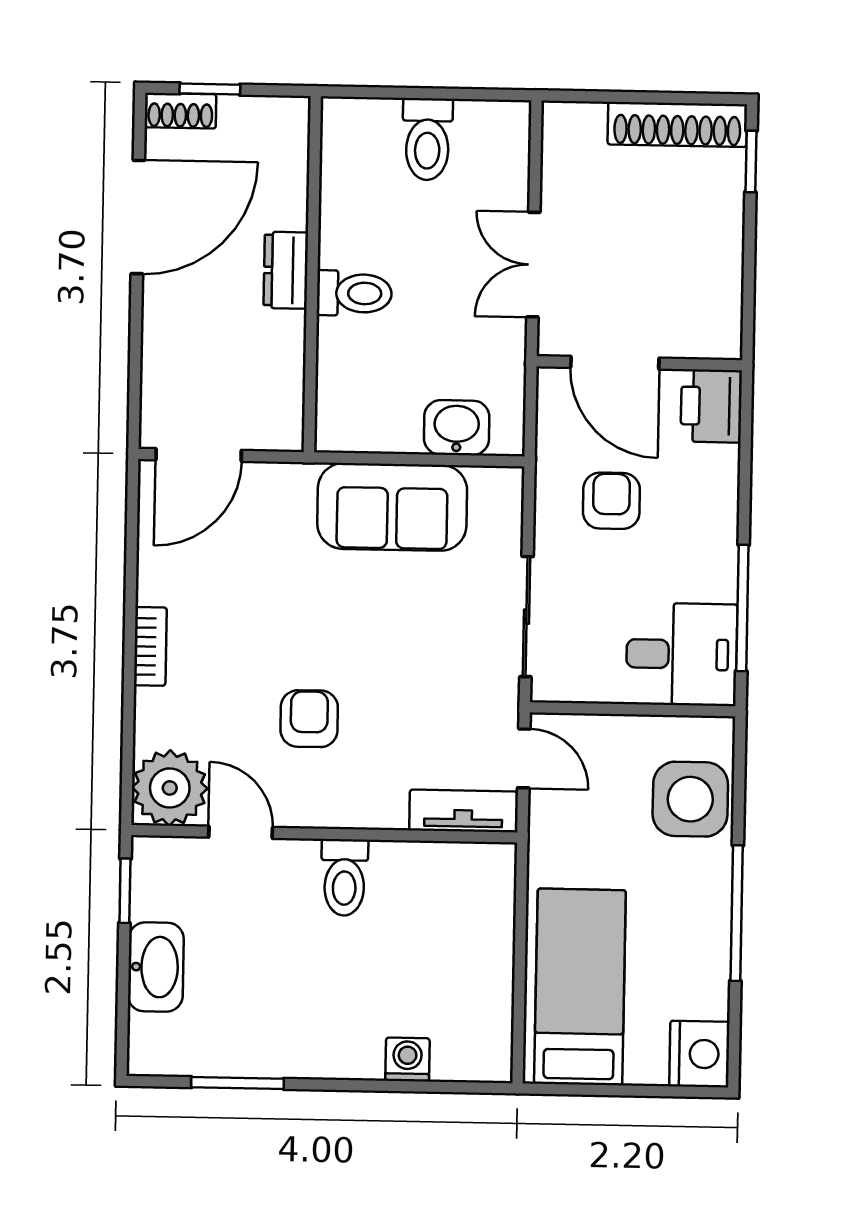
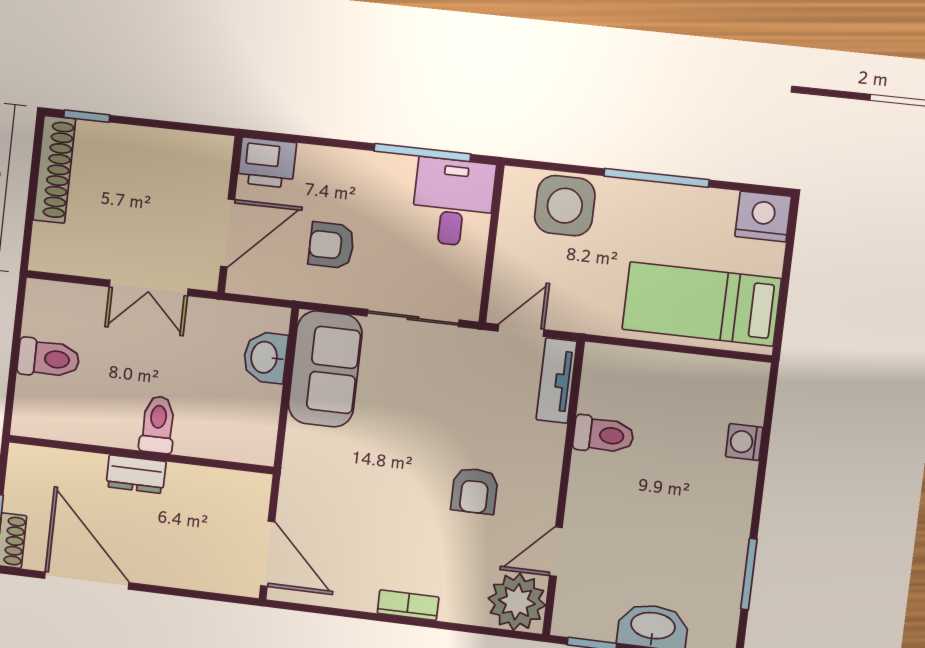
sofa: (392, 507) -> (325, 369), moved
armchair: (309, 719) -> (474, 491), turned -90
toilet: (344, 877) -> (603, 435), moved

